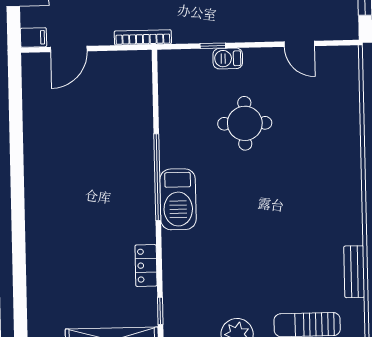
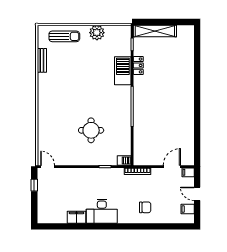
door: (299, 44) -> (48, 167), moved
barbecue: (228, 58) -> (124, 161), moved
barbecue: (178, 199) -> (123, 71), moved

